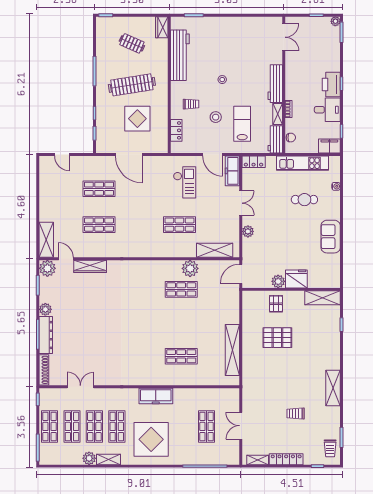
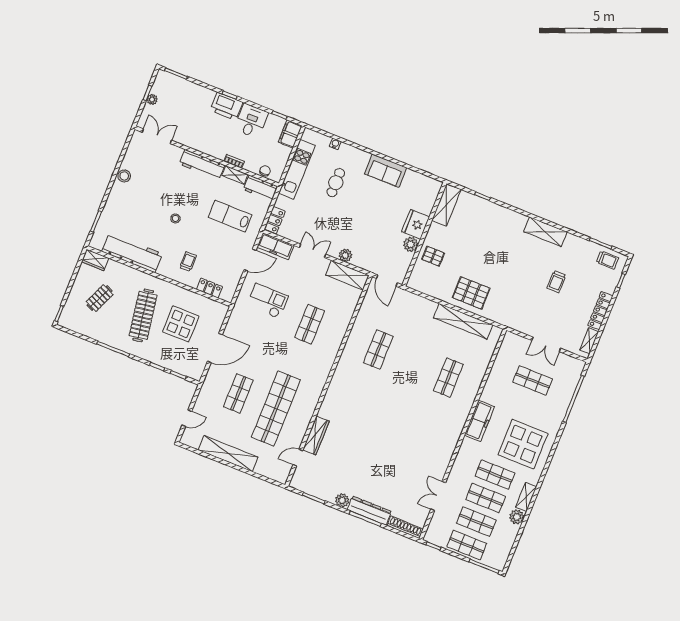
plant: (335, 21) -> (152, 100), moved
stool: (216, 117) -> (124, 176), moved
shop shelf: (99, 225) -> (276, 408), width x2.00, depth x1.36
shelving: (46, 240) -> (228, 454), moved, width x1.47
shelving: (215, 250) -> (347, 275), moved, turned 90
plant: (47, 268) -> (300, 481), removed
plant: (190, 268) -> (360, 331), removed
pallet: (277, 338) -> (471, 293), moved, turned 90

